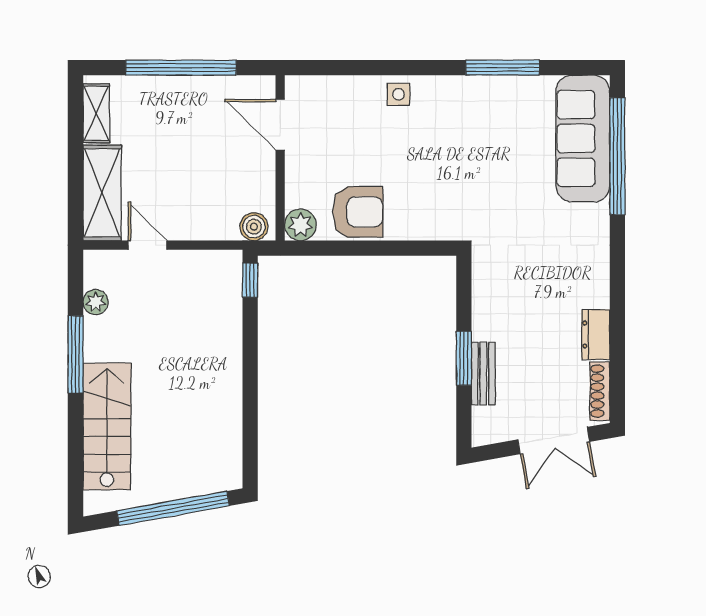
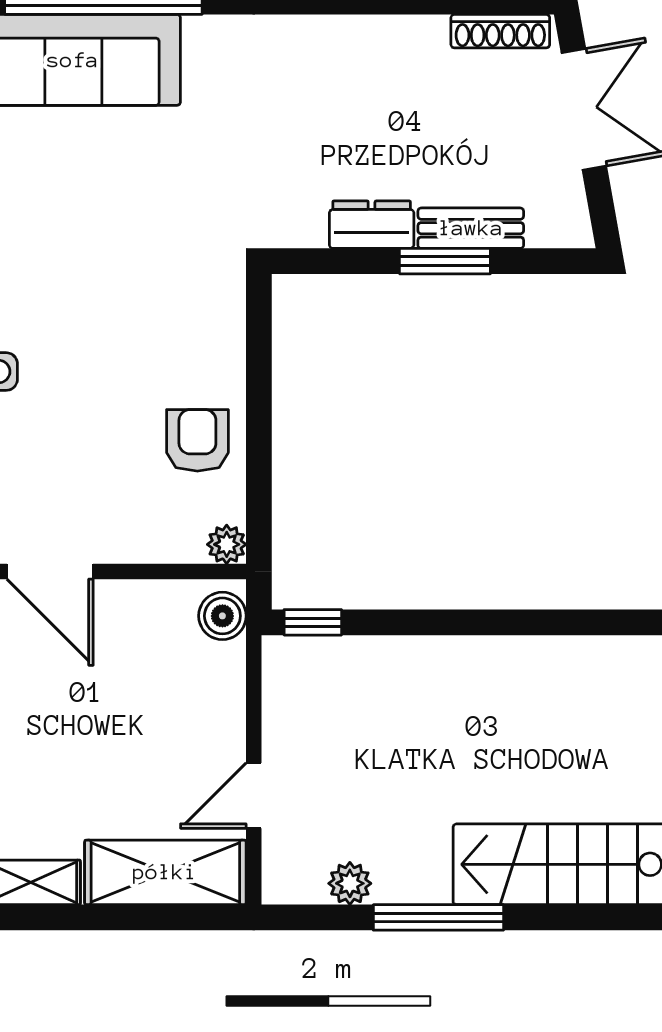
door: (280, 125) -> (50, 571), hinge flipped
armchair: (358, 212) -> (197, 440), width x0.72, depth x0.72
plant: (301, 225) -> (227, 544), width x0.73, depth x0.73
dresser: (596, 335) -> (372, 225), moved, turned 180

